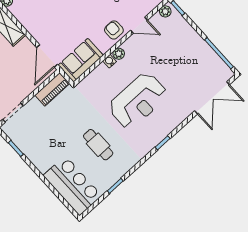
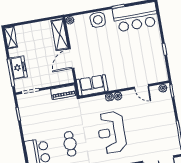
armchair: (114, 30) -> (124, 80), removed
door: (47, 56) -> (71, 59), moved
reception desk: (138, 101) -> (112, 132), turned 90

